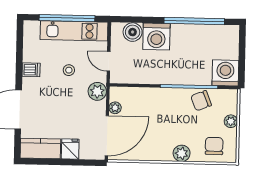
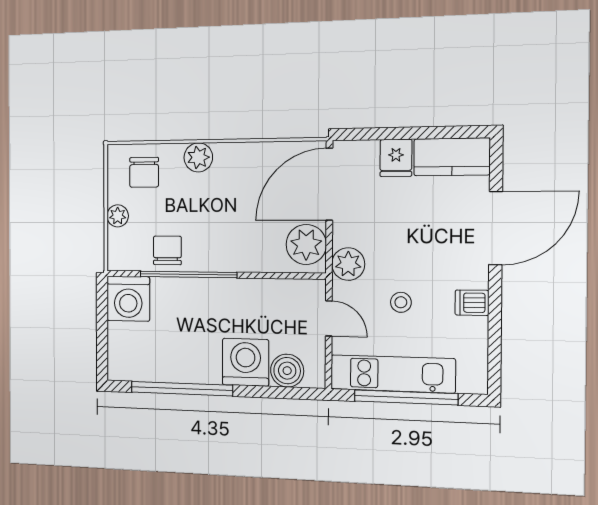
chair: (201, 101) -> (167, 250), turned -68
plant: (115, 108) -> (306, 244), width x1.88, depth x1.88

